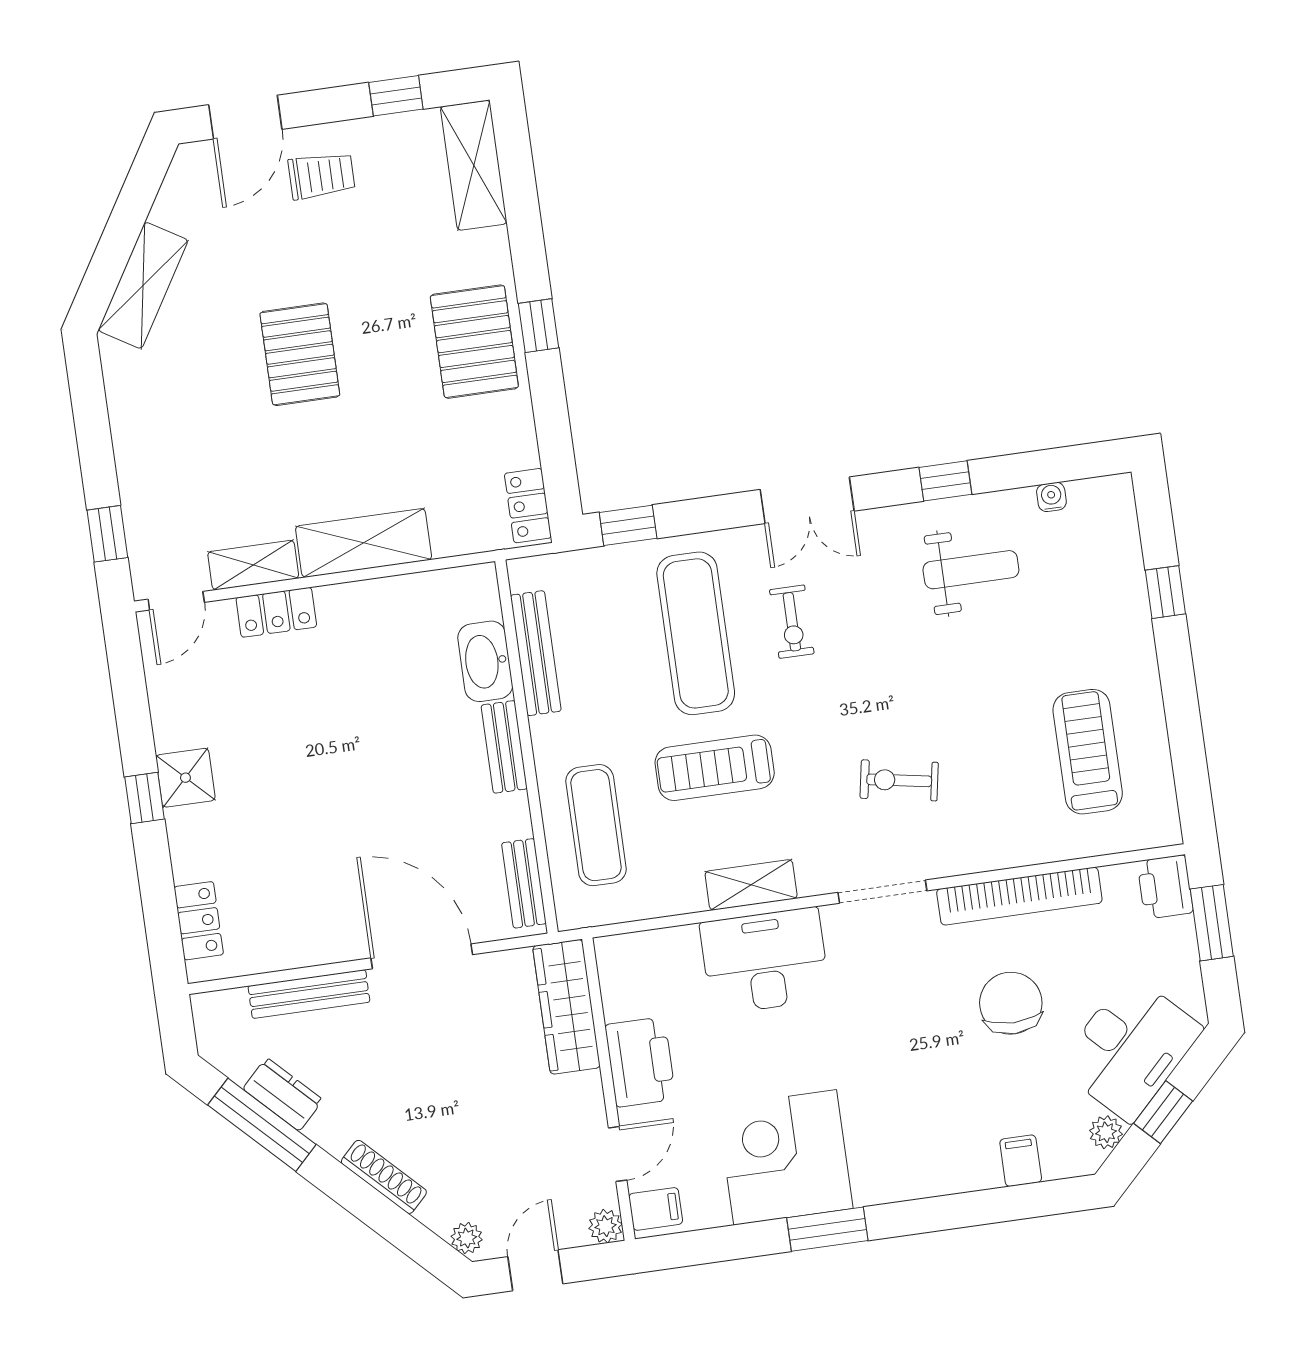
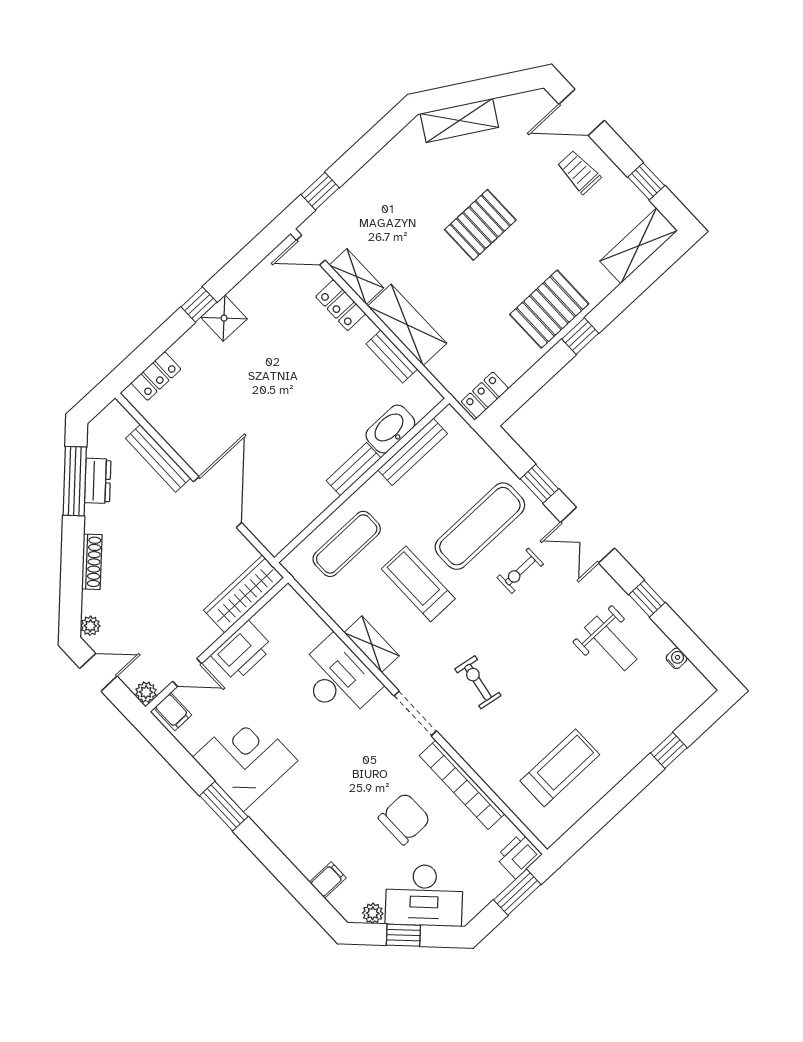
trolley: (321, 176) -> (579, 172), turned 180
window: (628, 525) -> (539, 484), moved
bench: (524, 883) -> (392, 356), moved, turned 90

